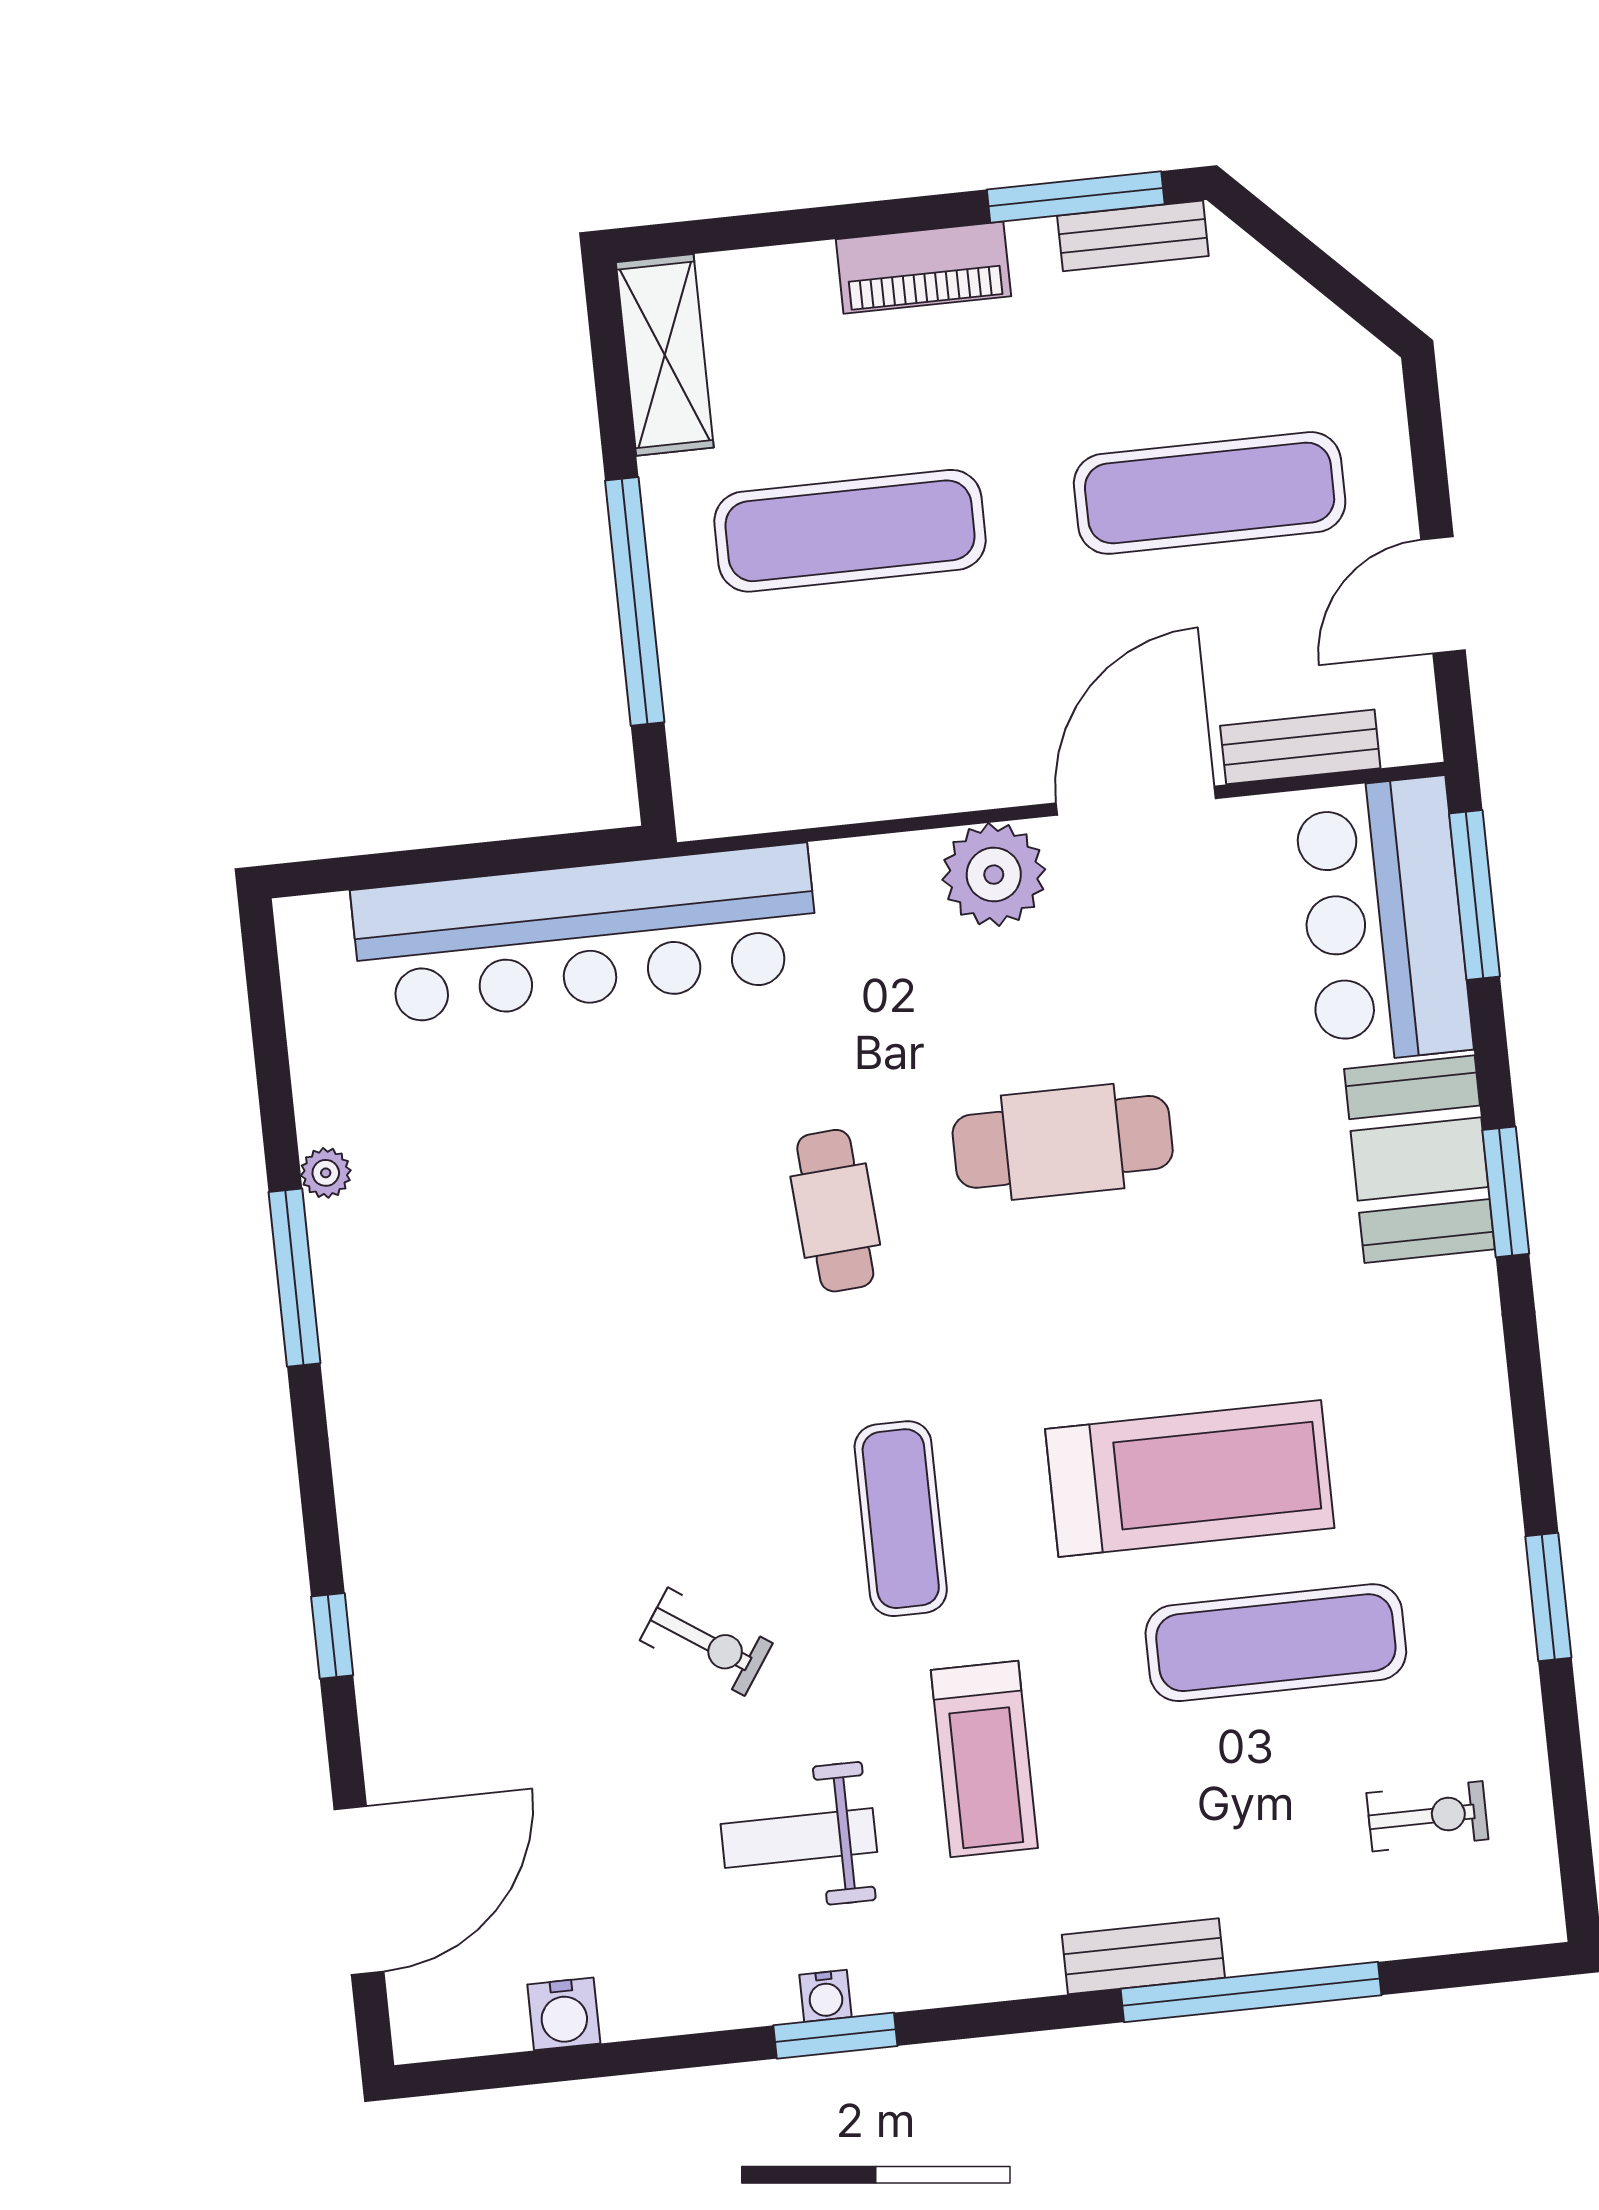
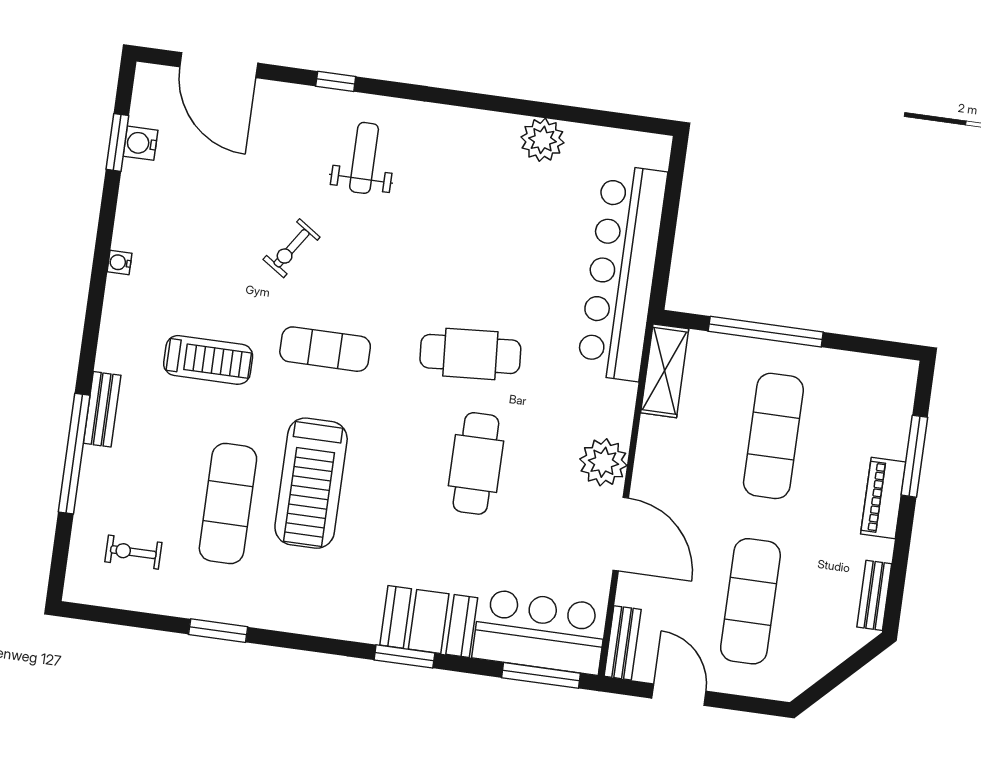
window: (1076, 197) -> (914, 456), moved
shelving: (665, 355) -> (665, 371), moved, turned 90
bench: (1300, 747) -> (623, 643), moved
plant: (326, 1173) -> (542, 140), width x1.88, depth x1.88
cafe table: (835, 1211) -> (470, 354), width x1.37, depth x1.35
window: (295, 1278) -> (500, 104), removed
treadmill: (984, 1759) -> (208, 360), turned 180
exercise bike: (1427, 1816) -> (133, 552), turned 90
weight bench: (799, 1838) -> (364, 158), moved
window: (835, 2036) -> (117, 142), moved

